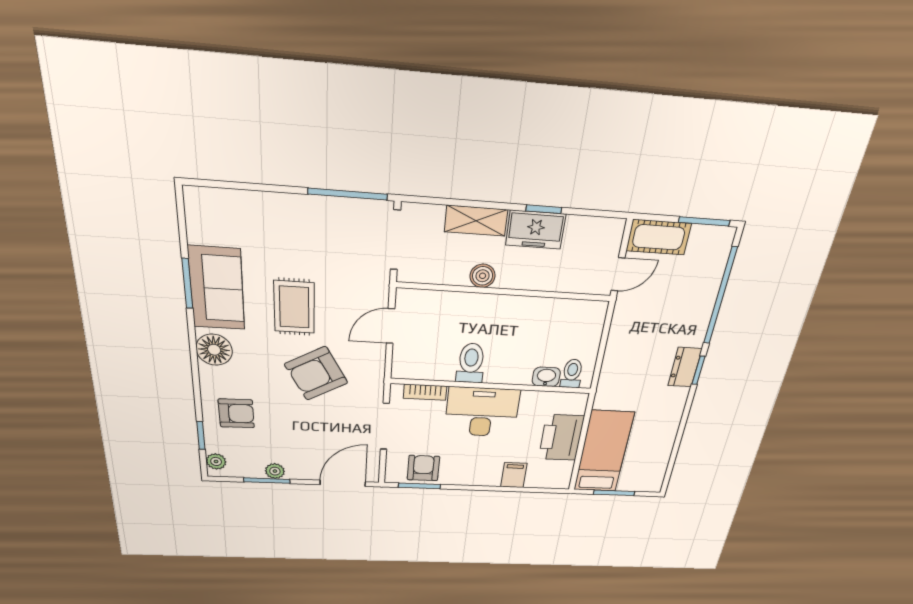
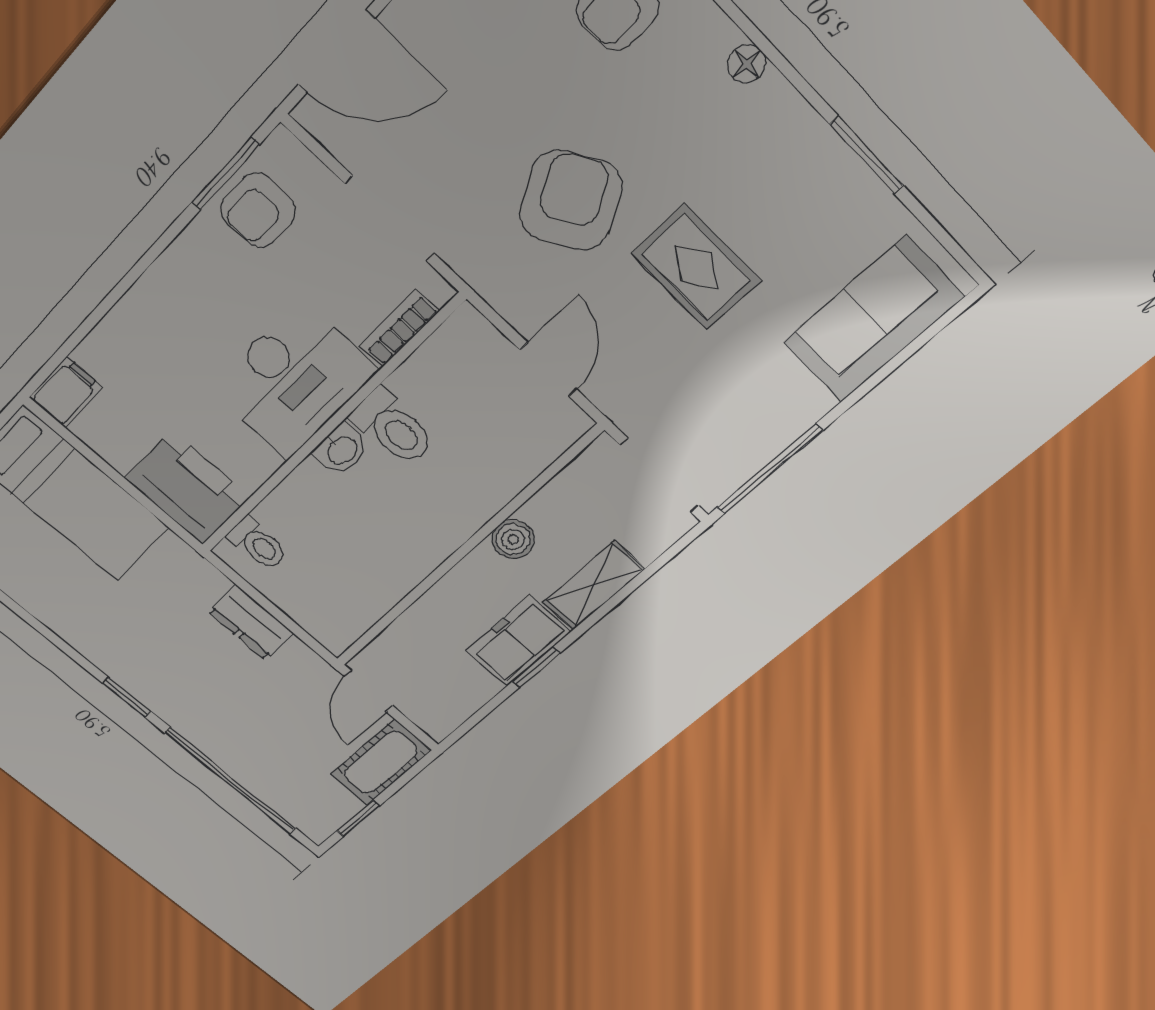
window: (704, 221) -> (358, 818), width x0.67
sofa: (217, 288) -> (873, 319), moved, turned 90
floor lamp: (214, 350) -> (747, 64), width x0.53, depth x0.53
dresser: (685, 367) -> (251, 623), moved, turned 180
washbasin: (546, 377) -> (342, 450), moved
printer: (561, 438) -> (187, 488), moved
armchair: (423, 468) -> (258, 210), turned 90
filing cabinet: (514, 475) -> (66, 392), moved, turned -90
door: (343, 483) -> (336, 52), hinge flipped

